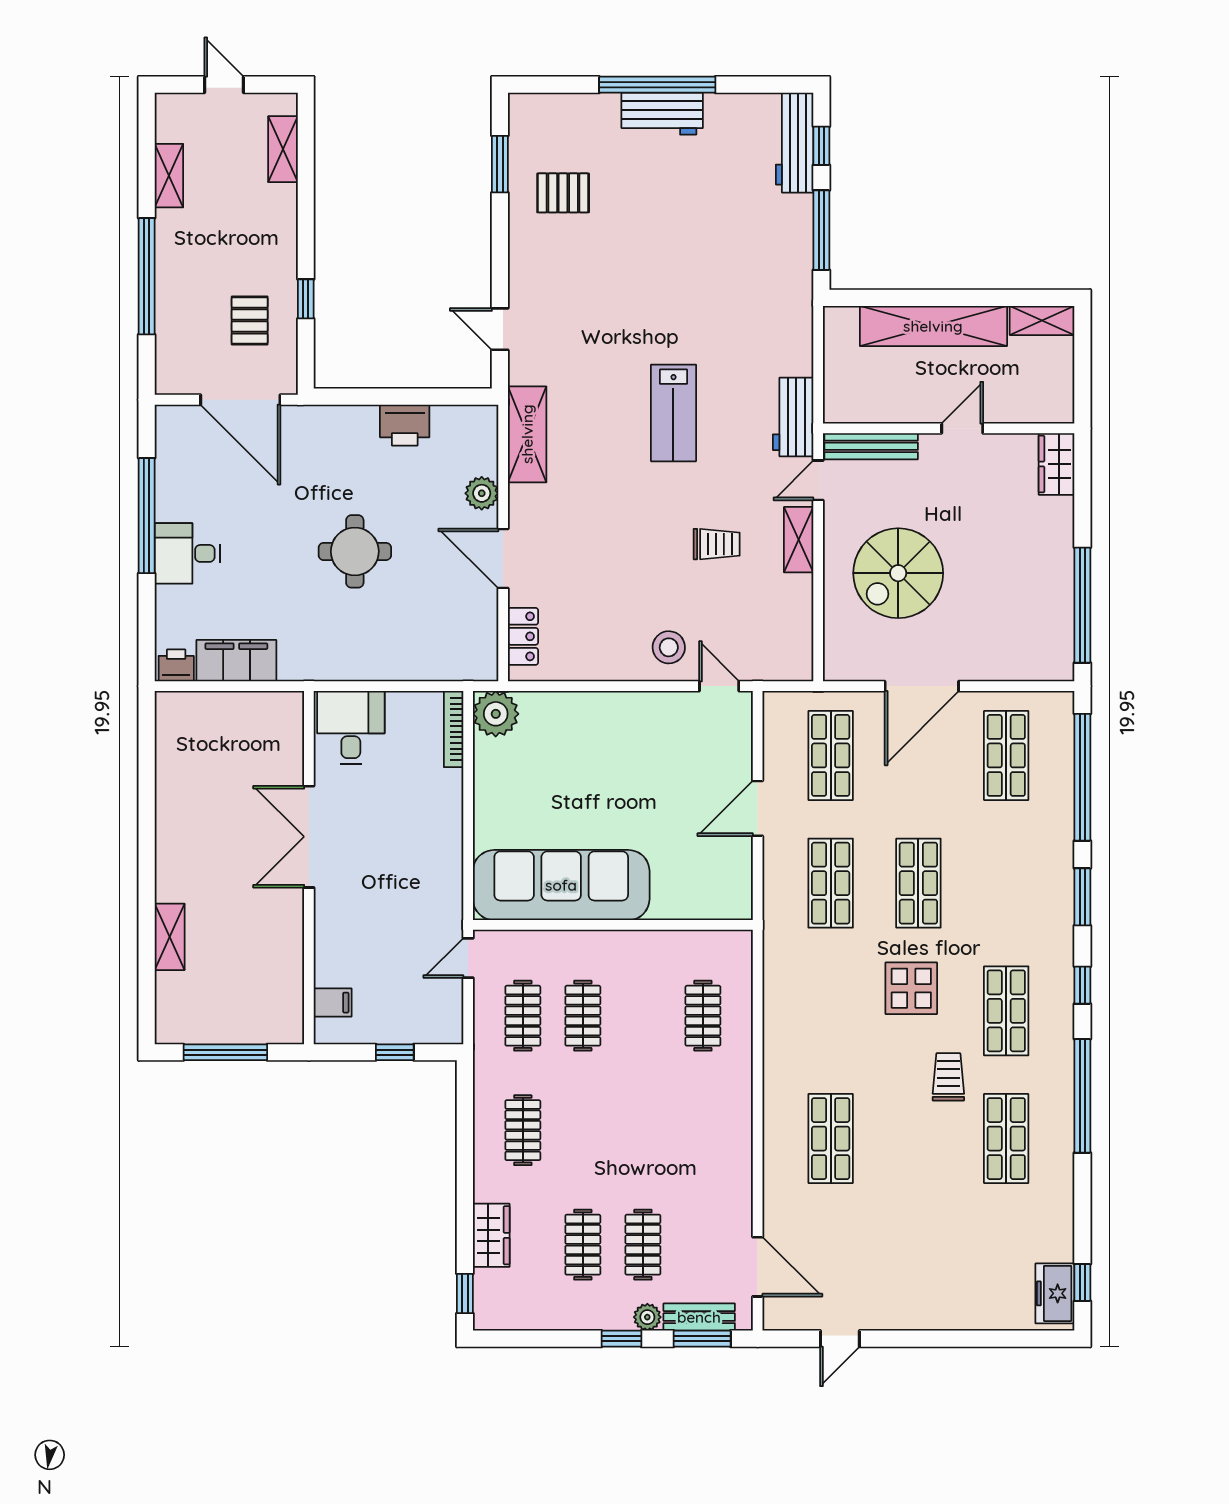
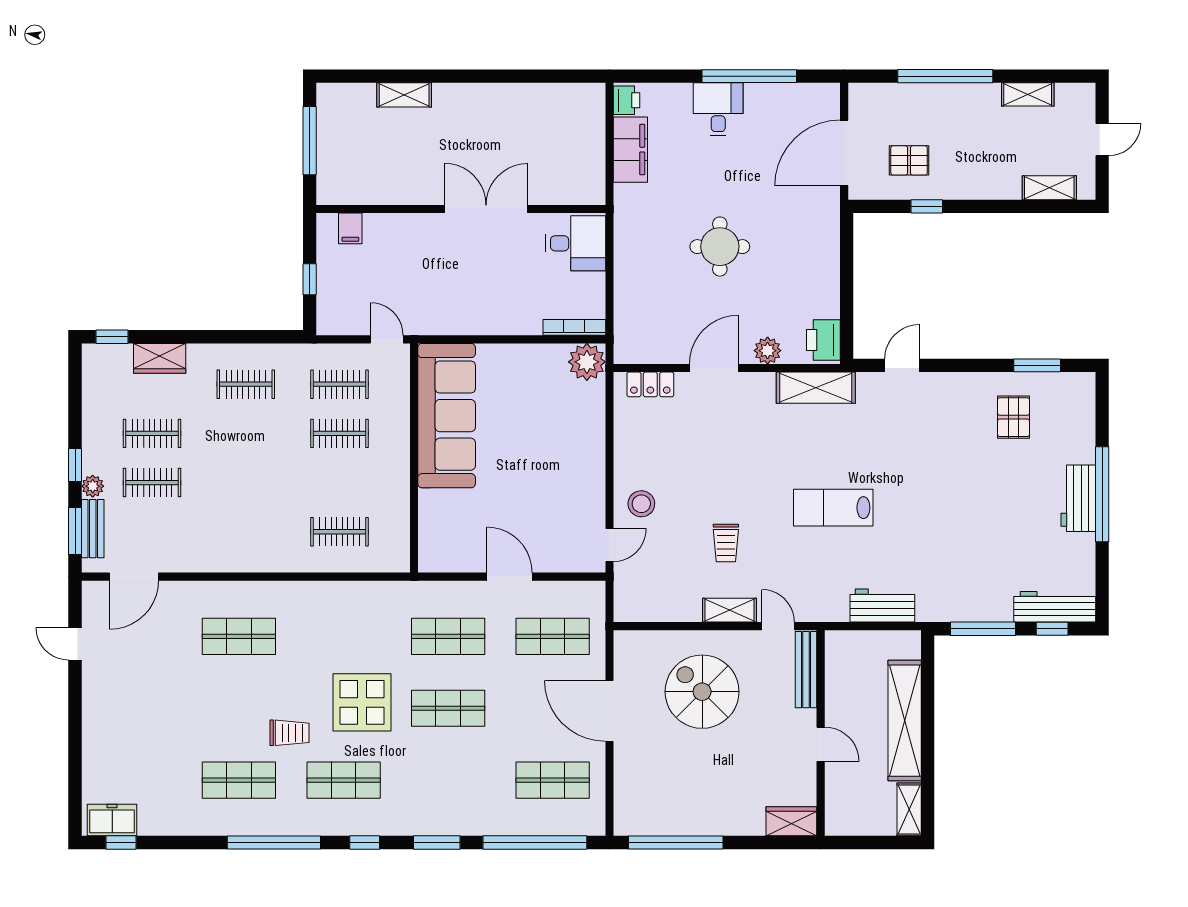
workbench: (793, 417) -> (882, 606), moved
printer: (405, 425) -> (823, 340), moved
display table: (911, 988) -> (362, 702), width x1.36, depth x1.36

